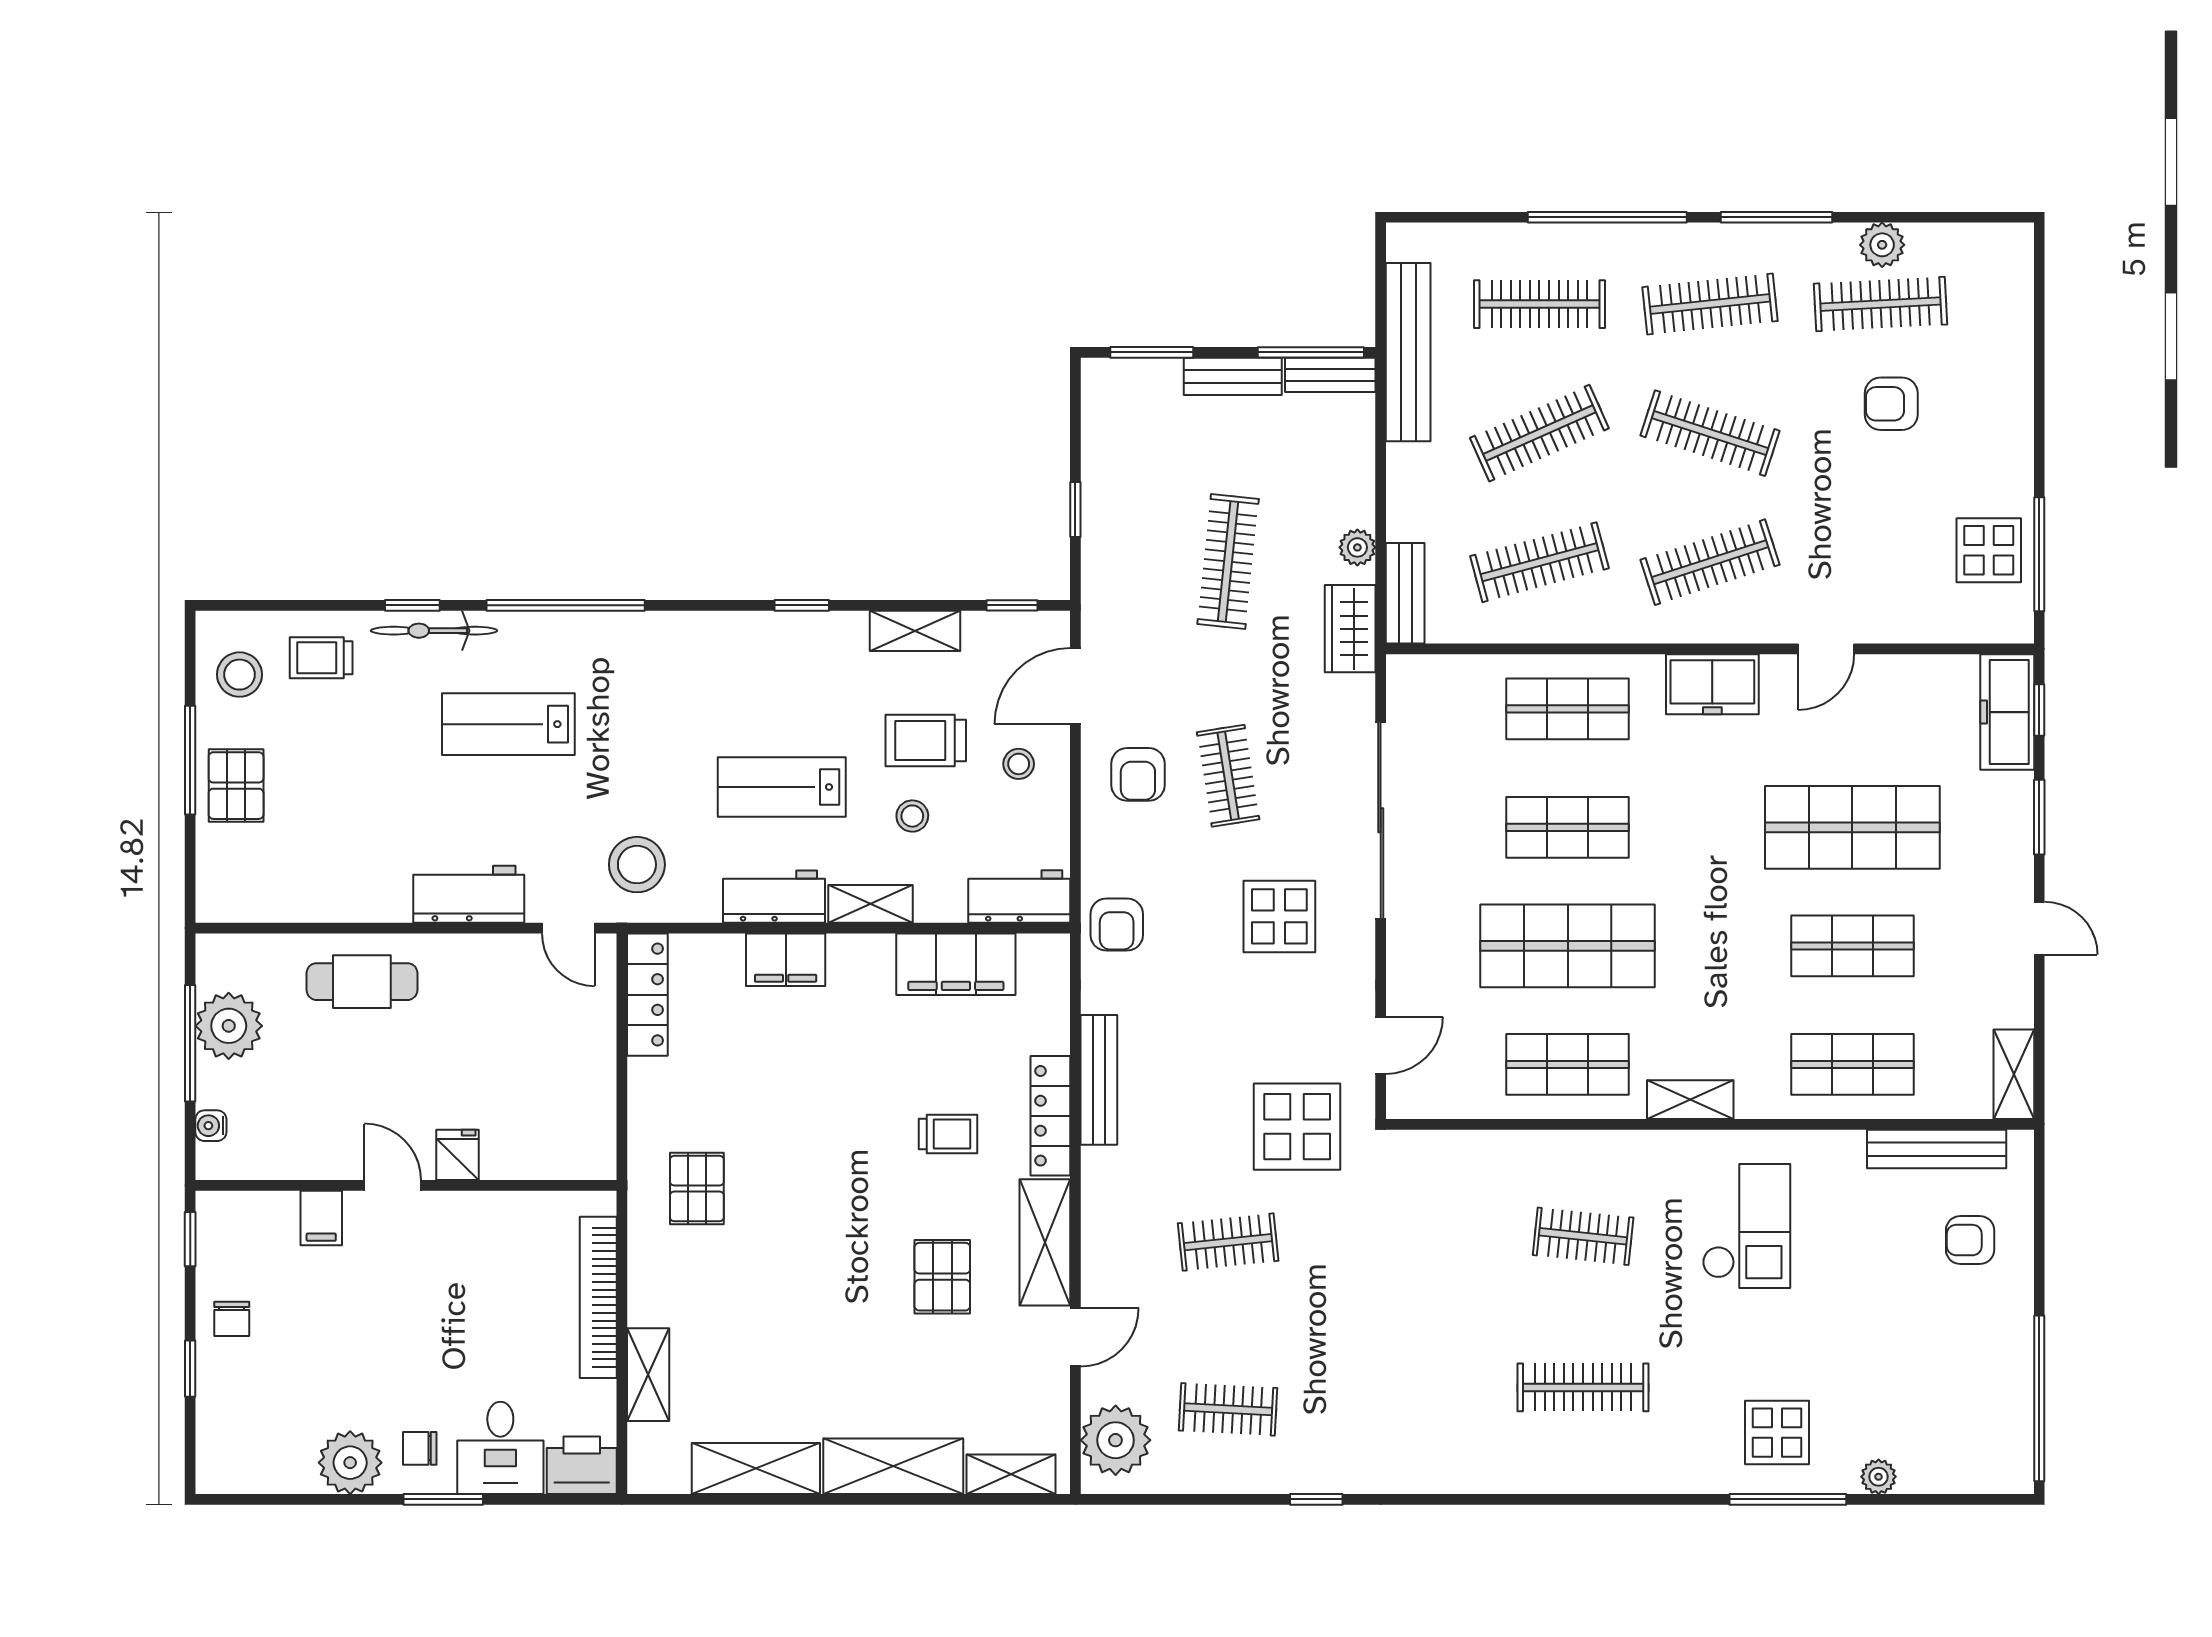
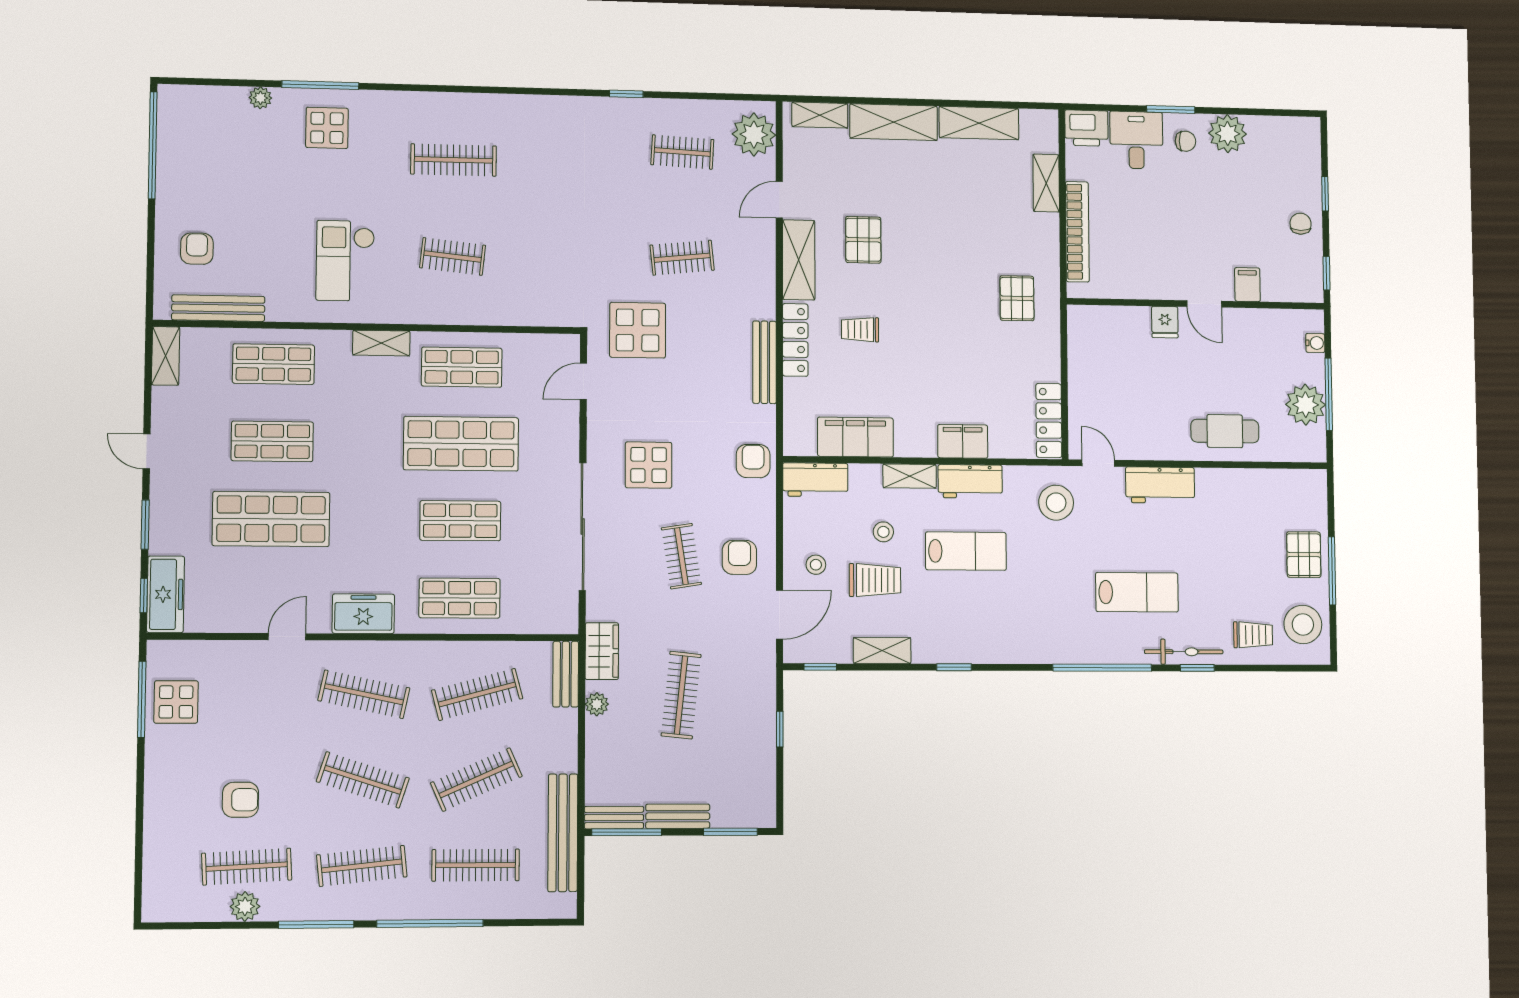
clothes rail: (1710, 562) -> (364, 694), turned 30
stool: (240, 675) -> (1303, 624), width x1.38, depth x1.38
armchair: (1970, 1240) -> (197, 249), turned -90

